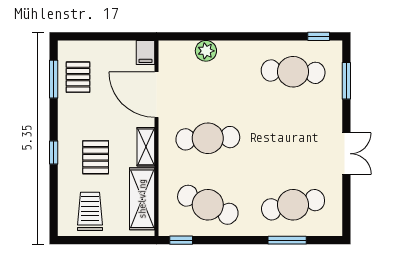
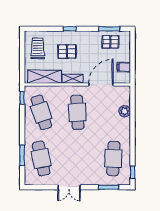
filing cabinet: (145, 52) -> (124, 67), moved
cafe table: (208, 205) -> (41, 112), turned -42
trolley: (90, 211) -> (38, 48), turned -90

